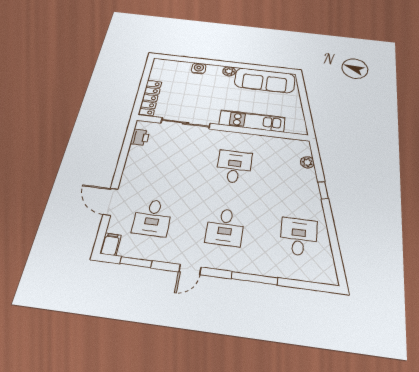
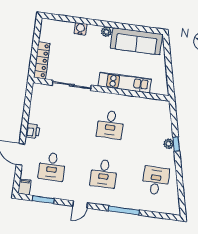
printer: (140, 137) -> (33, 131), moved
plant: (307, 162) -> (169, 144), moved
desk: (234, 167) -> (110, 125), turned 180

